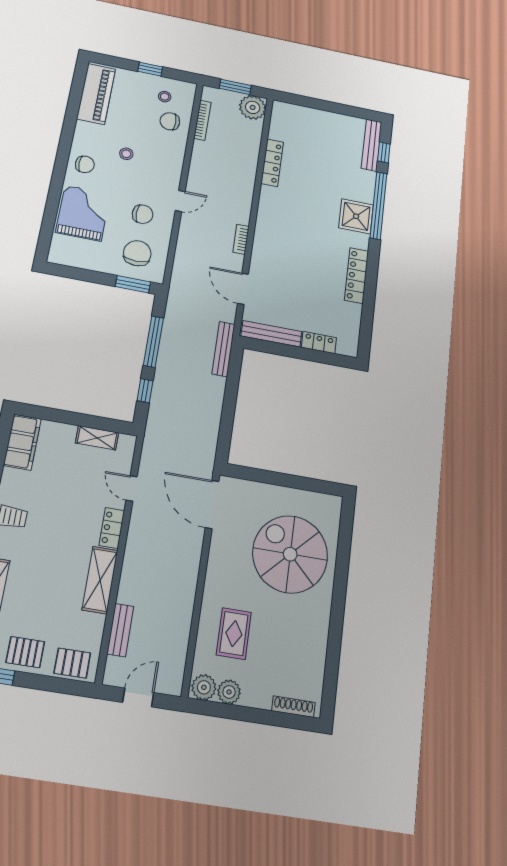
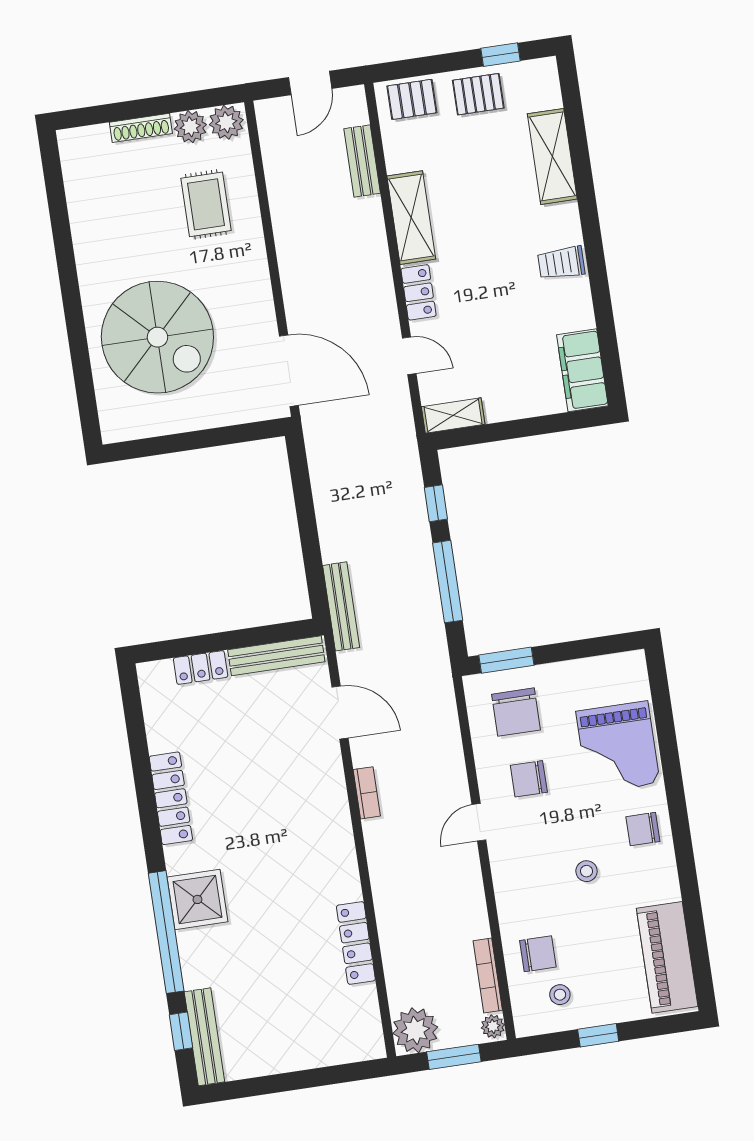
plant: (208, 94) -> (493, 1026), added
shelving: (97, 438) -> (453, 416), moved
shoe rack: (293, 707) -> (141, 128), moved

